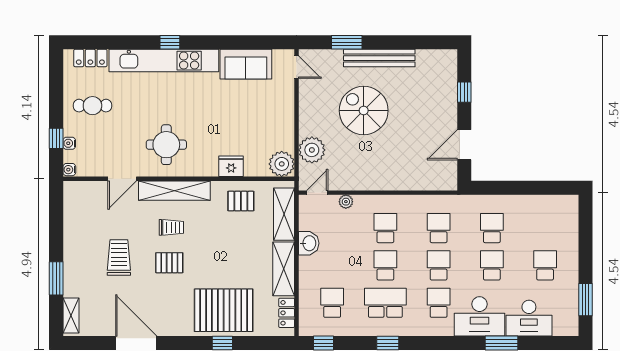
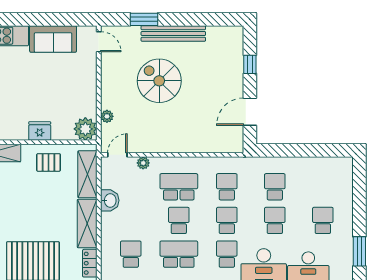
plant: (312, 150) -> (107, 116), width x0.53, depth x0.53
school desk: (385, 228) -> (179, 187), width x1.85

